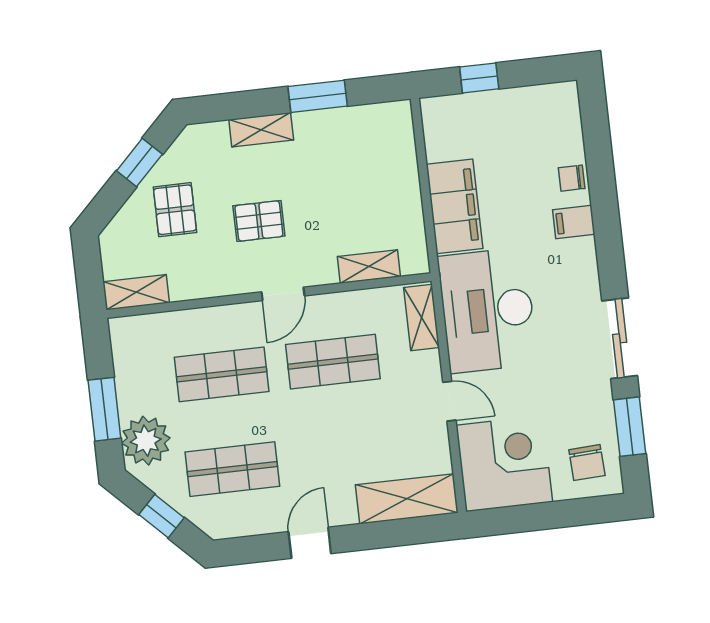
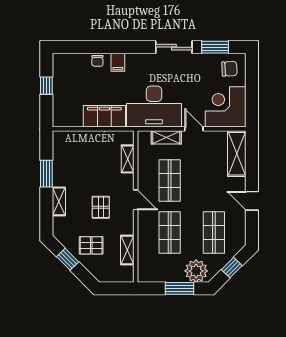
window: (479, 78) -> (46, 86), moved
shelving: (136, 292) -> (127, 250), moved
shelving: (421, 318) -> (166, 137), moved
door: (449, 401) -> (194, 129), hinge flipped

